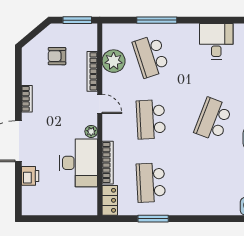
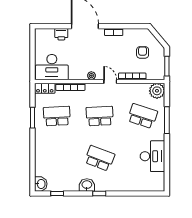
desk: (216, 41) -> (152, 156), width x1.37
school desk: (151, 56) -> (142, 116), turned 36
plant: (114, 61) -> (157, 91), moved
door: (100, 104) -> (110, 81), swing flipped
desk: (78, 163) -> (52, 67), moved

